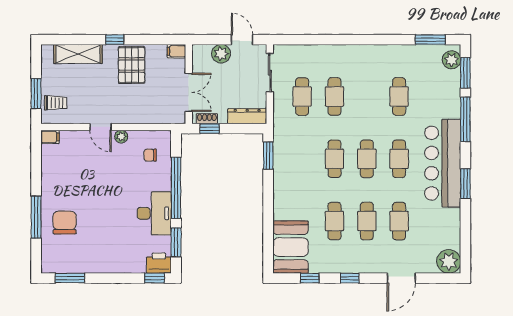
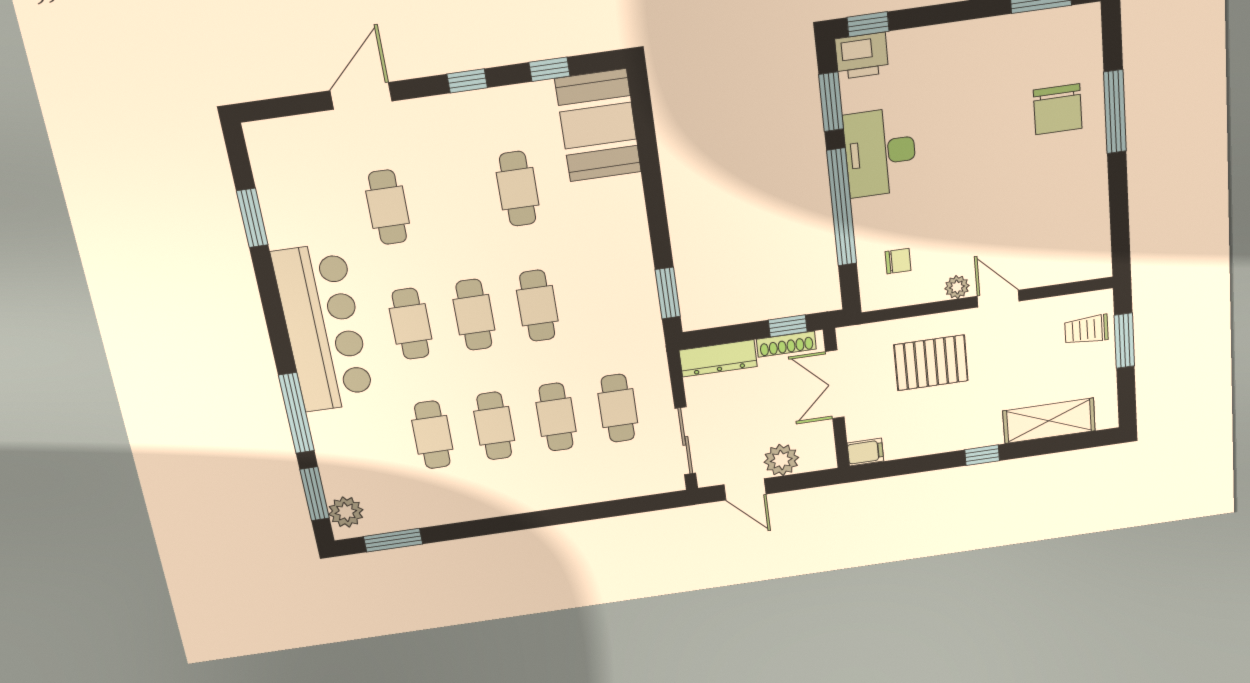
pallet: (132, 65) -> (931, 363), moved, turned 90
shoe rack: (207, 119) -> (786, 344), width x1.43
filing cabinet: (50, 137) -> (1094, 267), removed
window: (465, 184) -> (252, 218), moved
cafe table: (367, 221) -> (494, 426), moved
plant: (449, 261) -> (271, 143), removed

